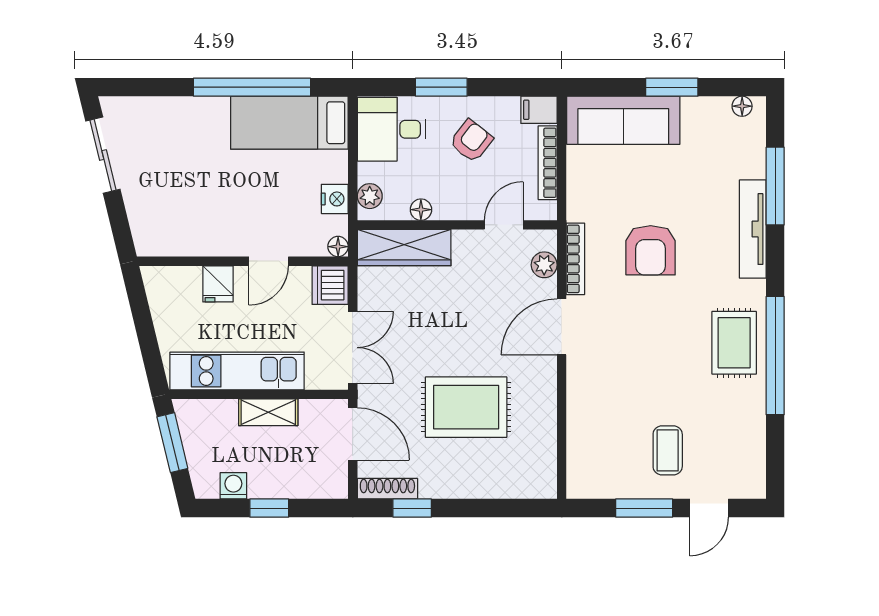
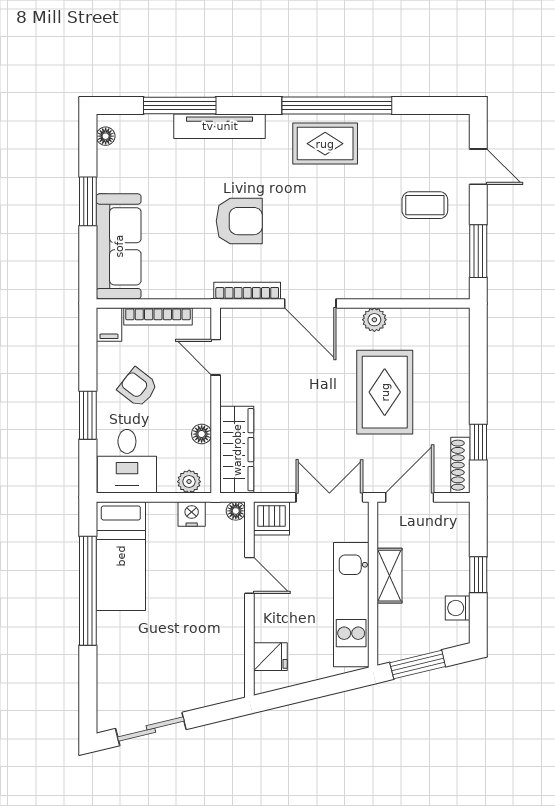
plant: (544, 265) -> (374, 320), moved
fridge: (218, 284) -> (270, 657), moved
window: (644, 508) -> (478, 251), moved

